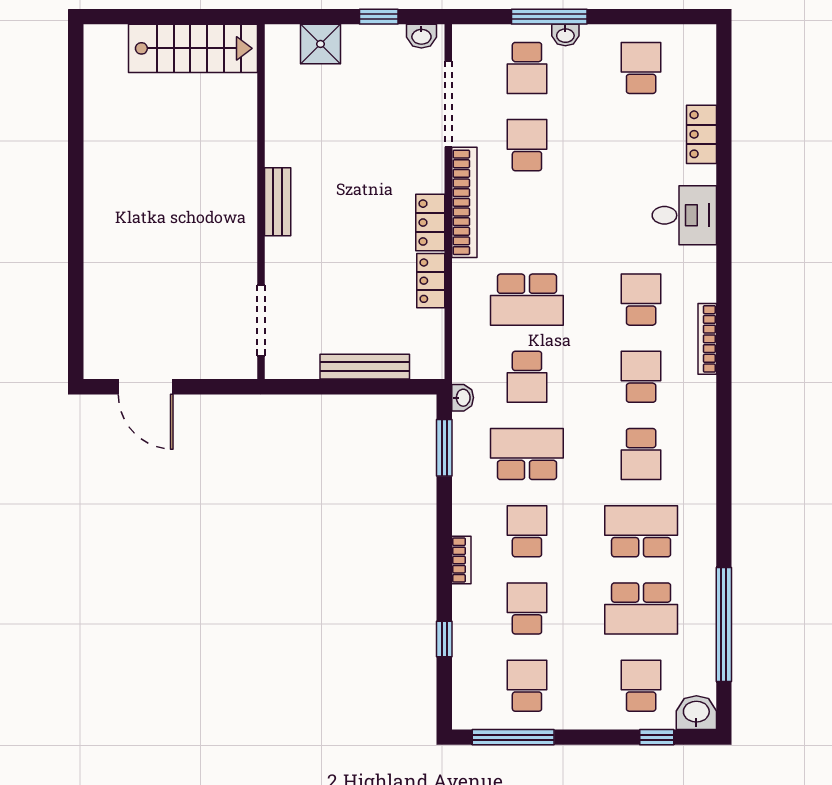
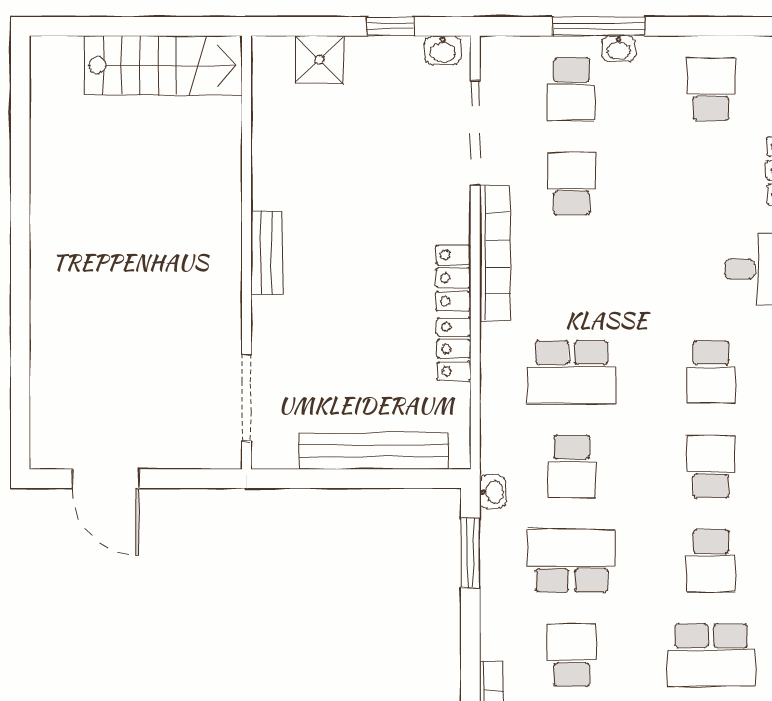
school desk: (641, 300) -> (711, 372), turned 180
bench: (365, 367) -> (374, 451), width x1.37, depth x1.21
school desk: (641, 531) -> (711, 655), turned 180

